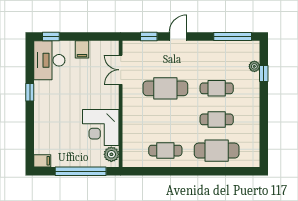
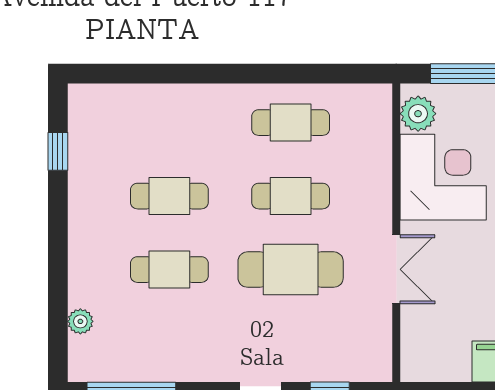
double door: (121, 70) -> (396, 269), moved
window: (264, 73) -> (58, 151), moved
cafe table: (217, 151) -> (291, 196), moved, width x0.73, depth x0.74

